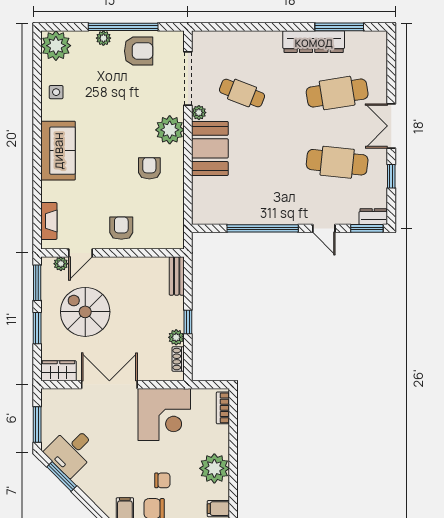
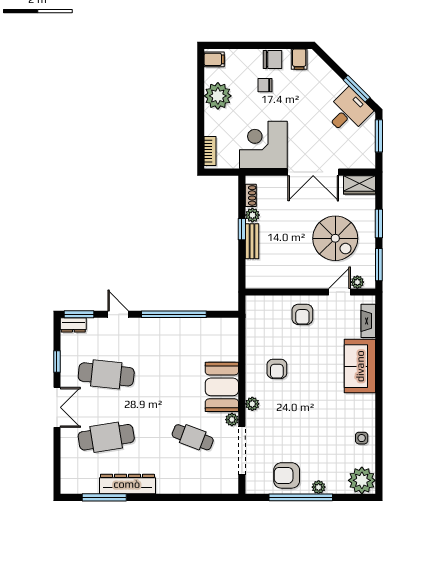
plant: (170, 130) -> (252, 404), width x0.53, depth x0.53
sofa: (58, 151) -> (360, 366), moved
bench: (177, 276) -> (252, 241), moved

